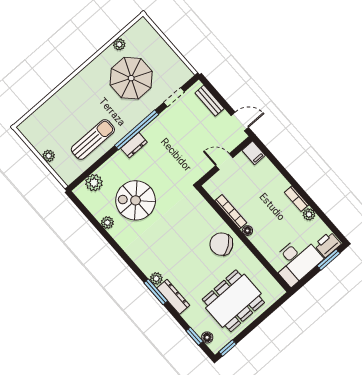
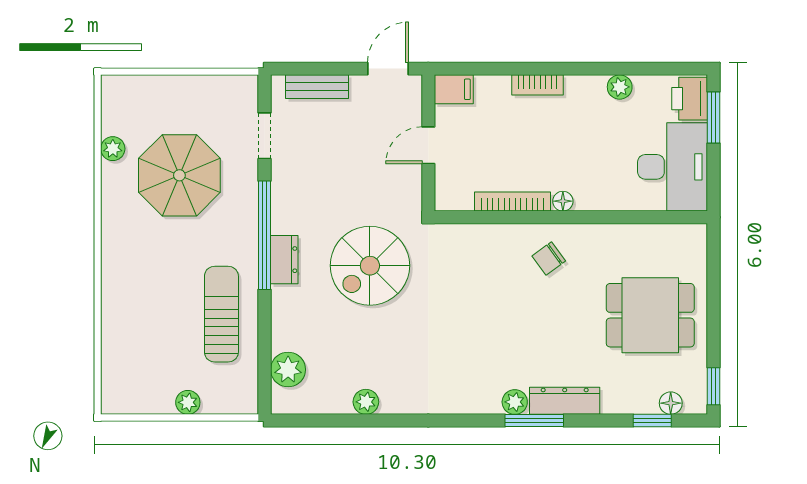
bookcase: (297, 199) -> (537, 85), moved
spiral stairs: (136, 200) -> (370, 266), moved
chair: (221, 244) -> (549, 258), width x0.54, depth x0.54
dining table: (233, 301) -> (650, 315), width x0.73

